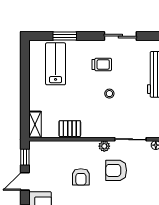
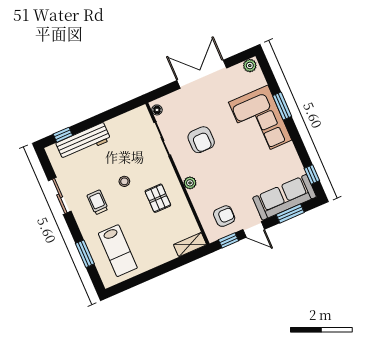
lab bench: (56, 64) -> (118, 251), turned -90
pallet: (70, 129) -> (158, 198), moved
plant: (104, 146) -> (190, 183), moved
armchair: (81, 177) -> (224, 216), moved

